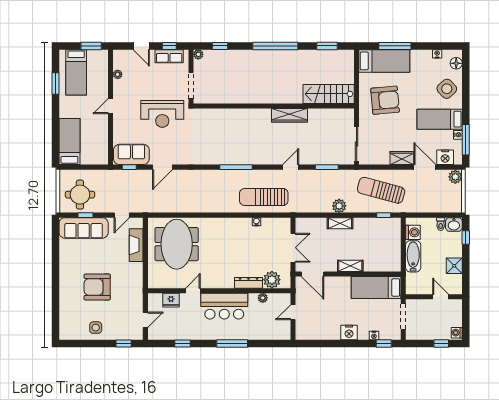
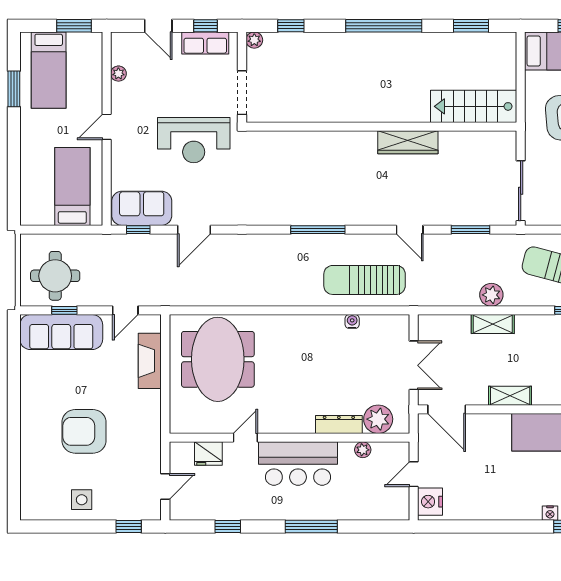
bed: (69, 142) -> (72, 187), moved
door: (291, 167) -> (410, 230), swing flipped
nightstand: (349, 333) -> (430, 502), moved, turned 90

